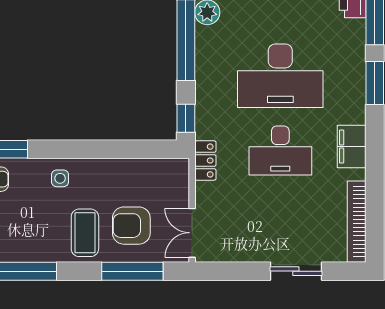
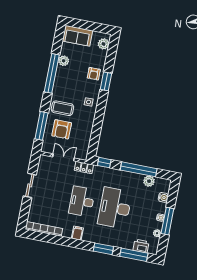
filing cabinet: (352, 147) -> (77, 233), width x0.50
armchair: (131, 226) -> (62, 129), turned 180
double door: (192, 233) -> (63, 157), moved
sliding door: (296, 271) -> (30, 185), moved

